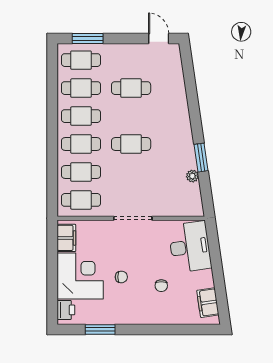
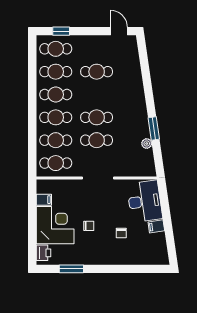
window: (88, 38) -> (61, 31), width x0.67
cafe table: (131, 172) -> (97, 140), added
filing cabinet: (66, 238) -> (44, 200), width x0.50
filing cabinet: (208, 303) -> (156, 226), moved, width x0.50

